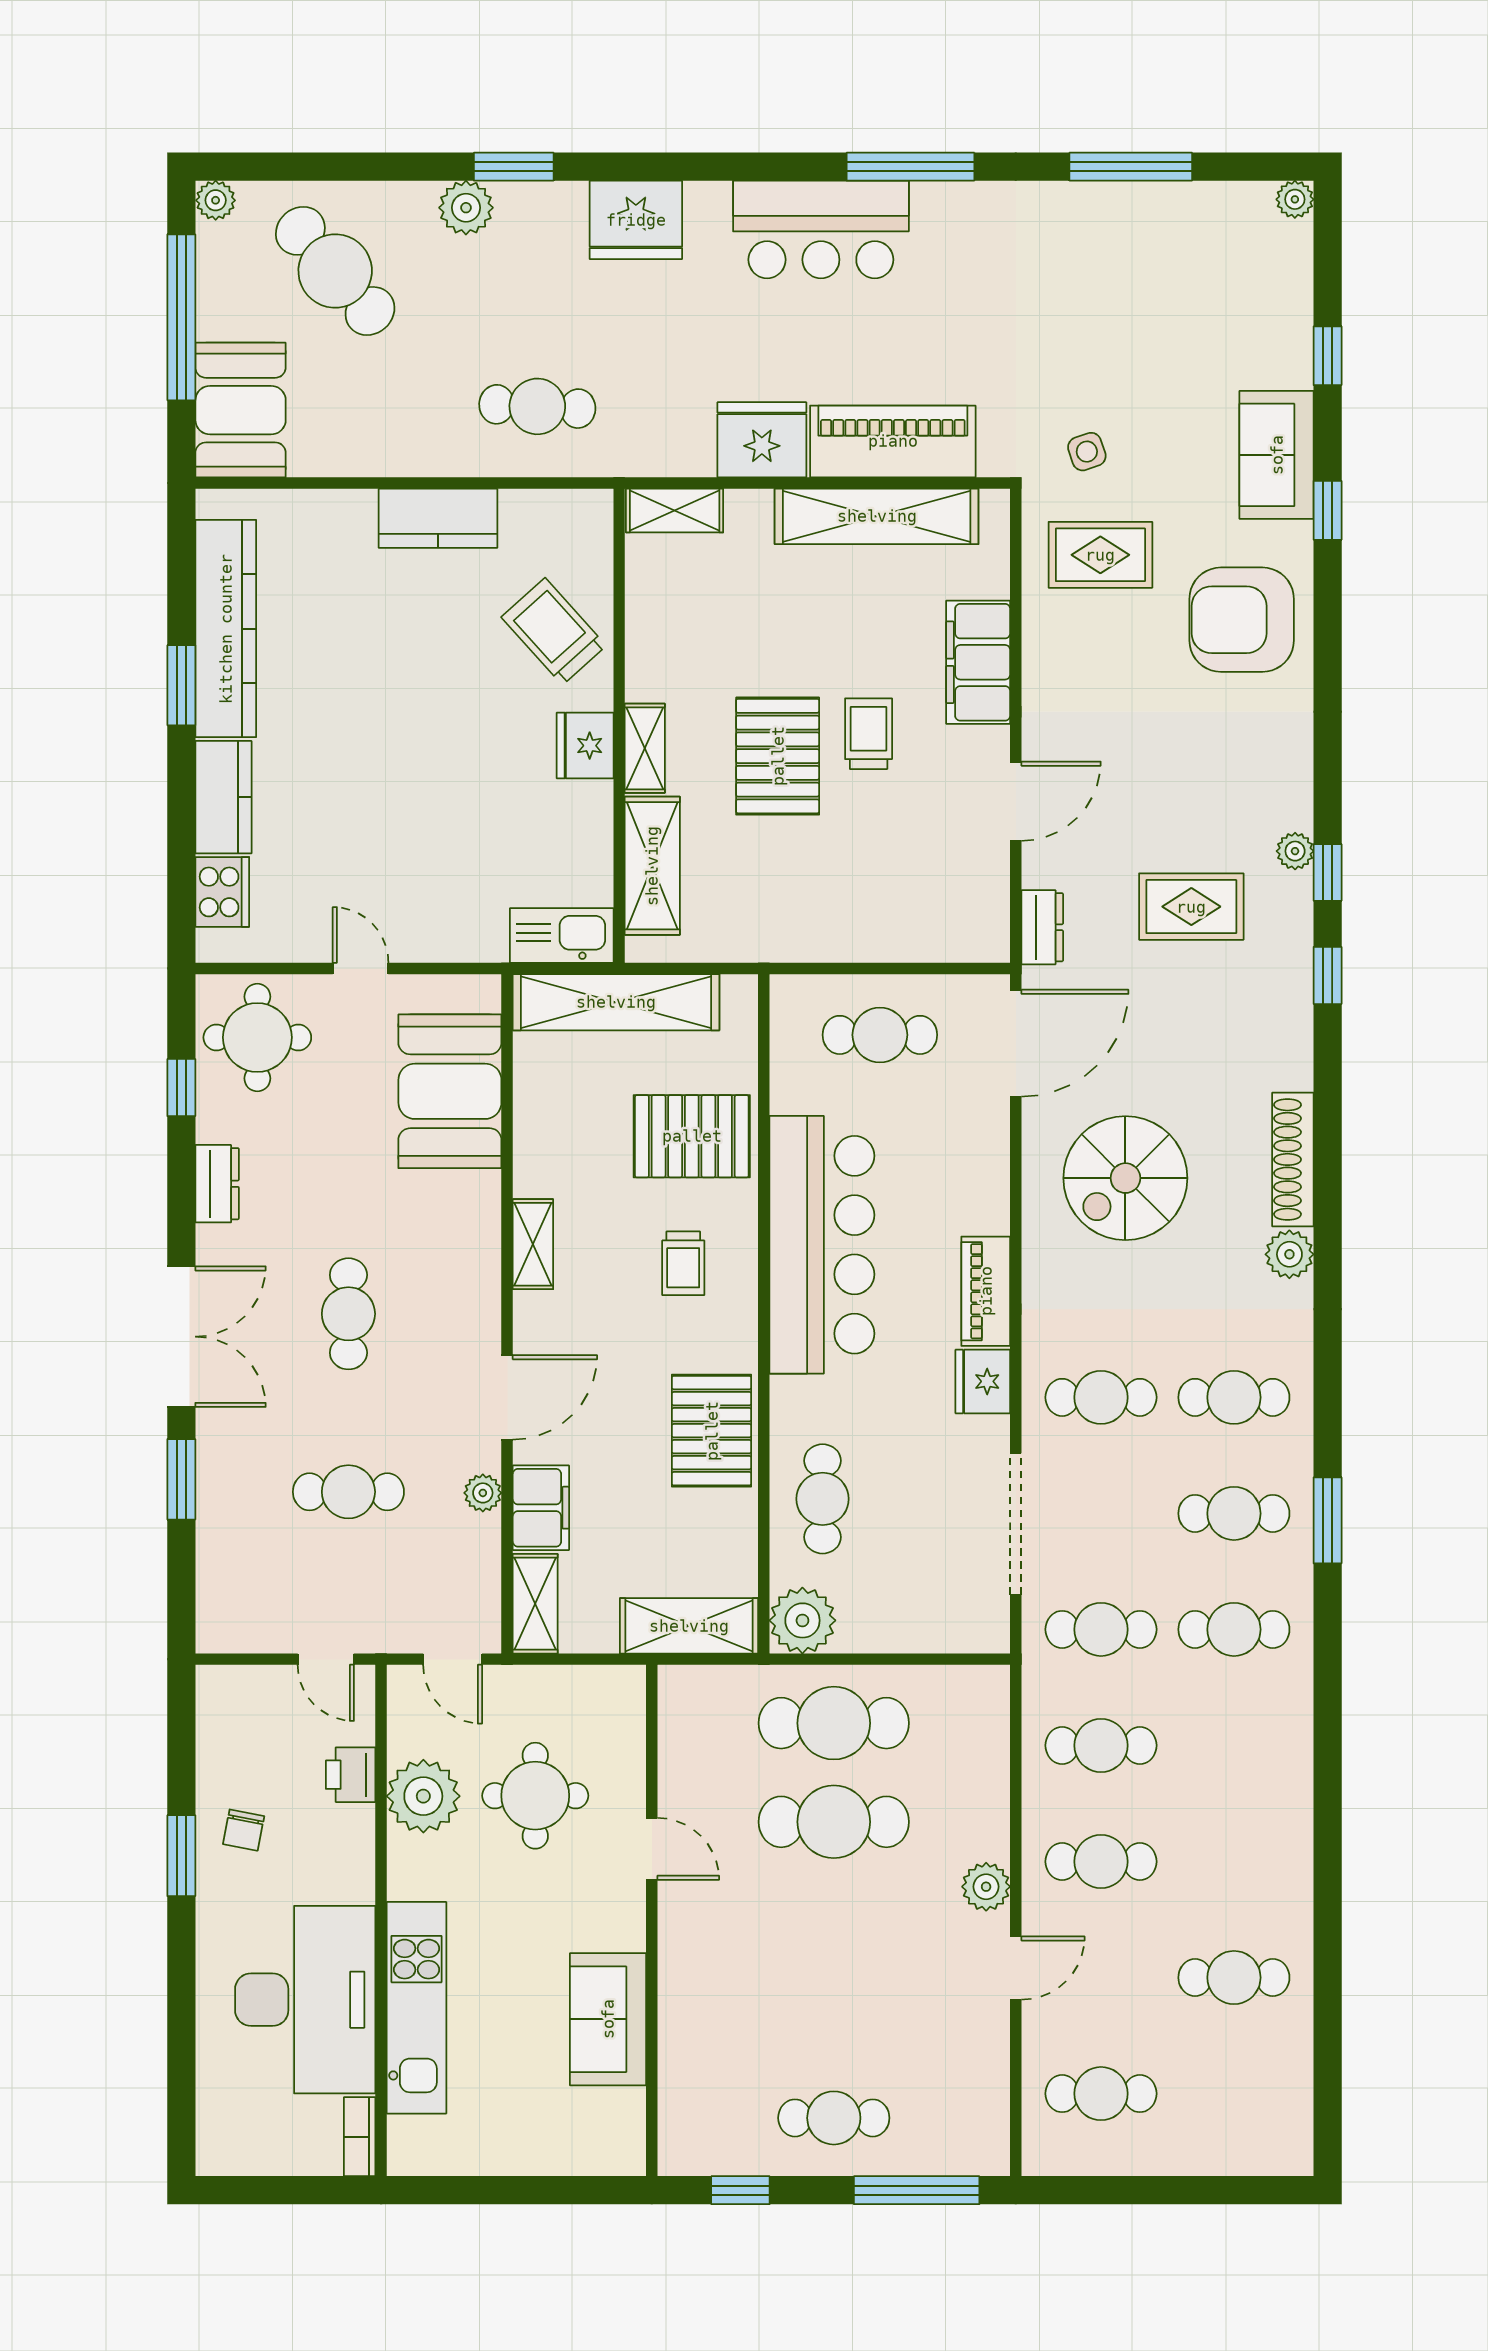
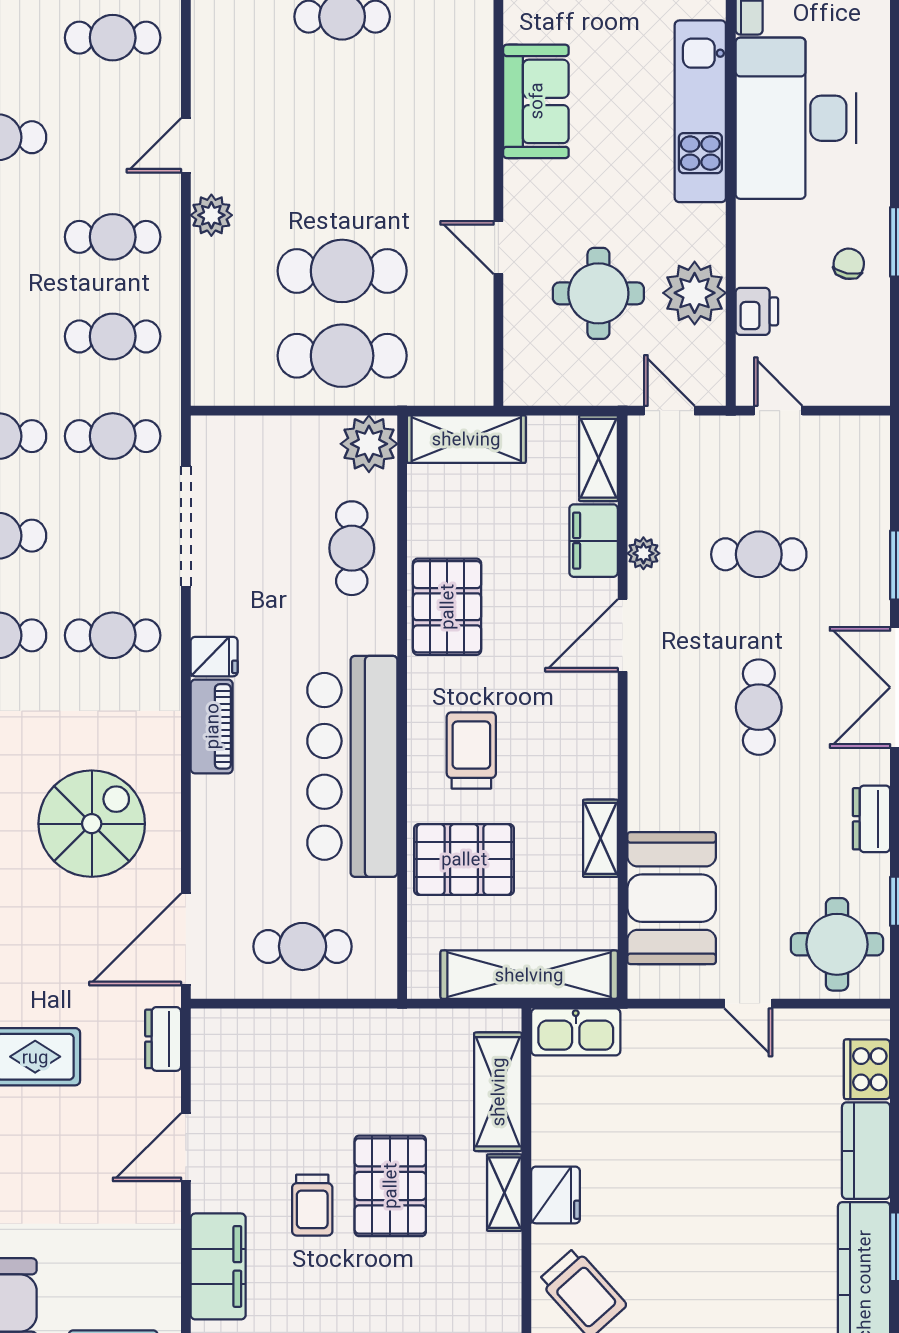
shelving: (533, 1244) -> (600, 838), moved
trolley: (683, 1263) -> (471, 750), width x1.36, depth x1.39
fridge: (983, 1381) -> (214, 657), width x0.72

